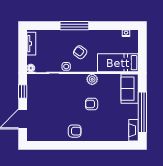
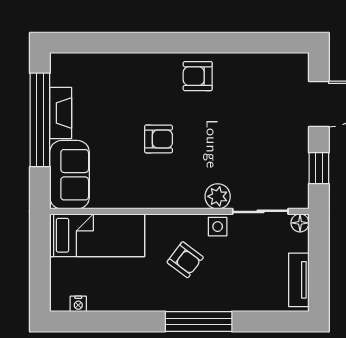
plant: (92, 79) -> (218, 196), moved
fireplace: (134, 130) -> (61, 113), moved

